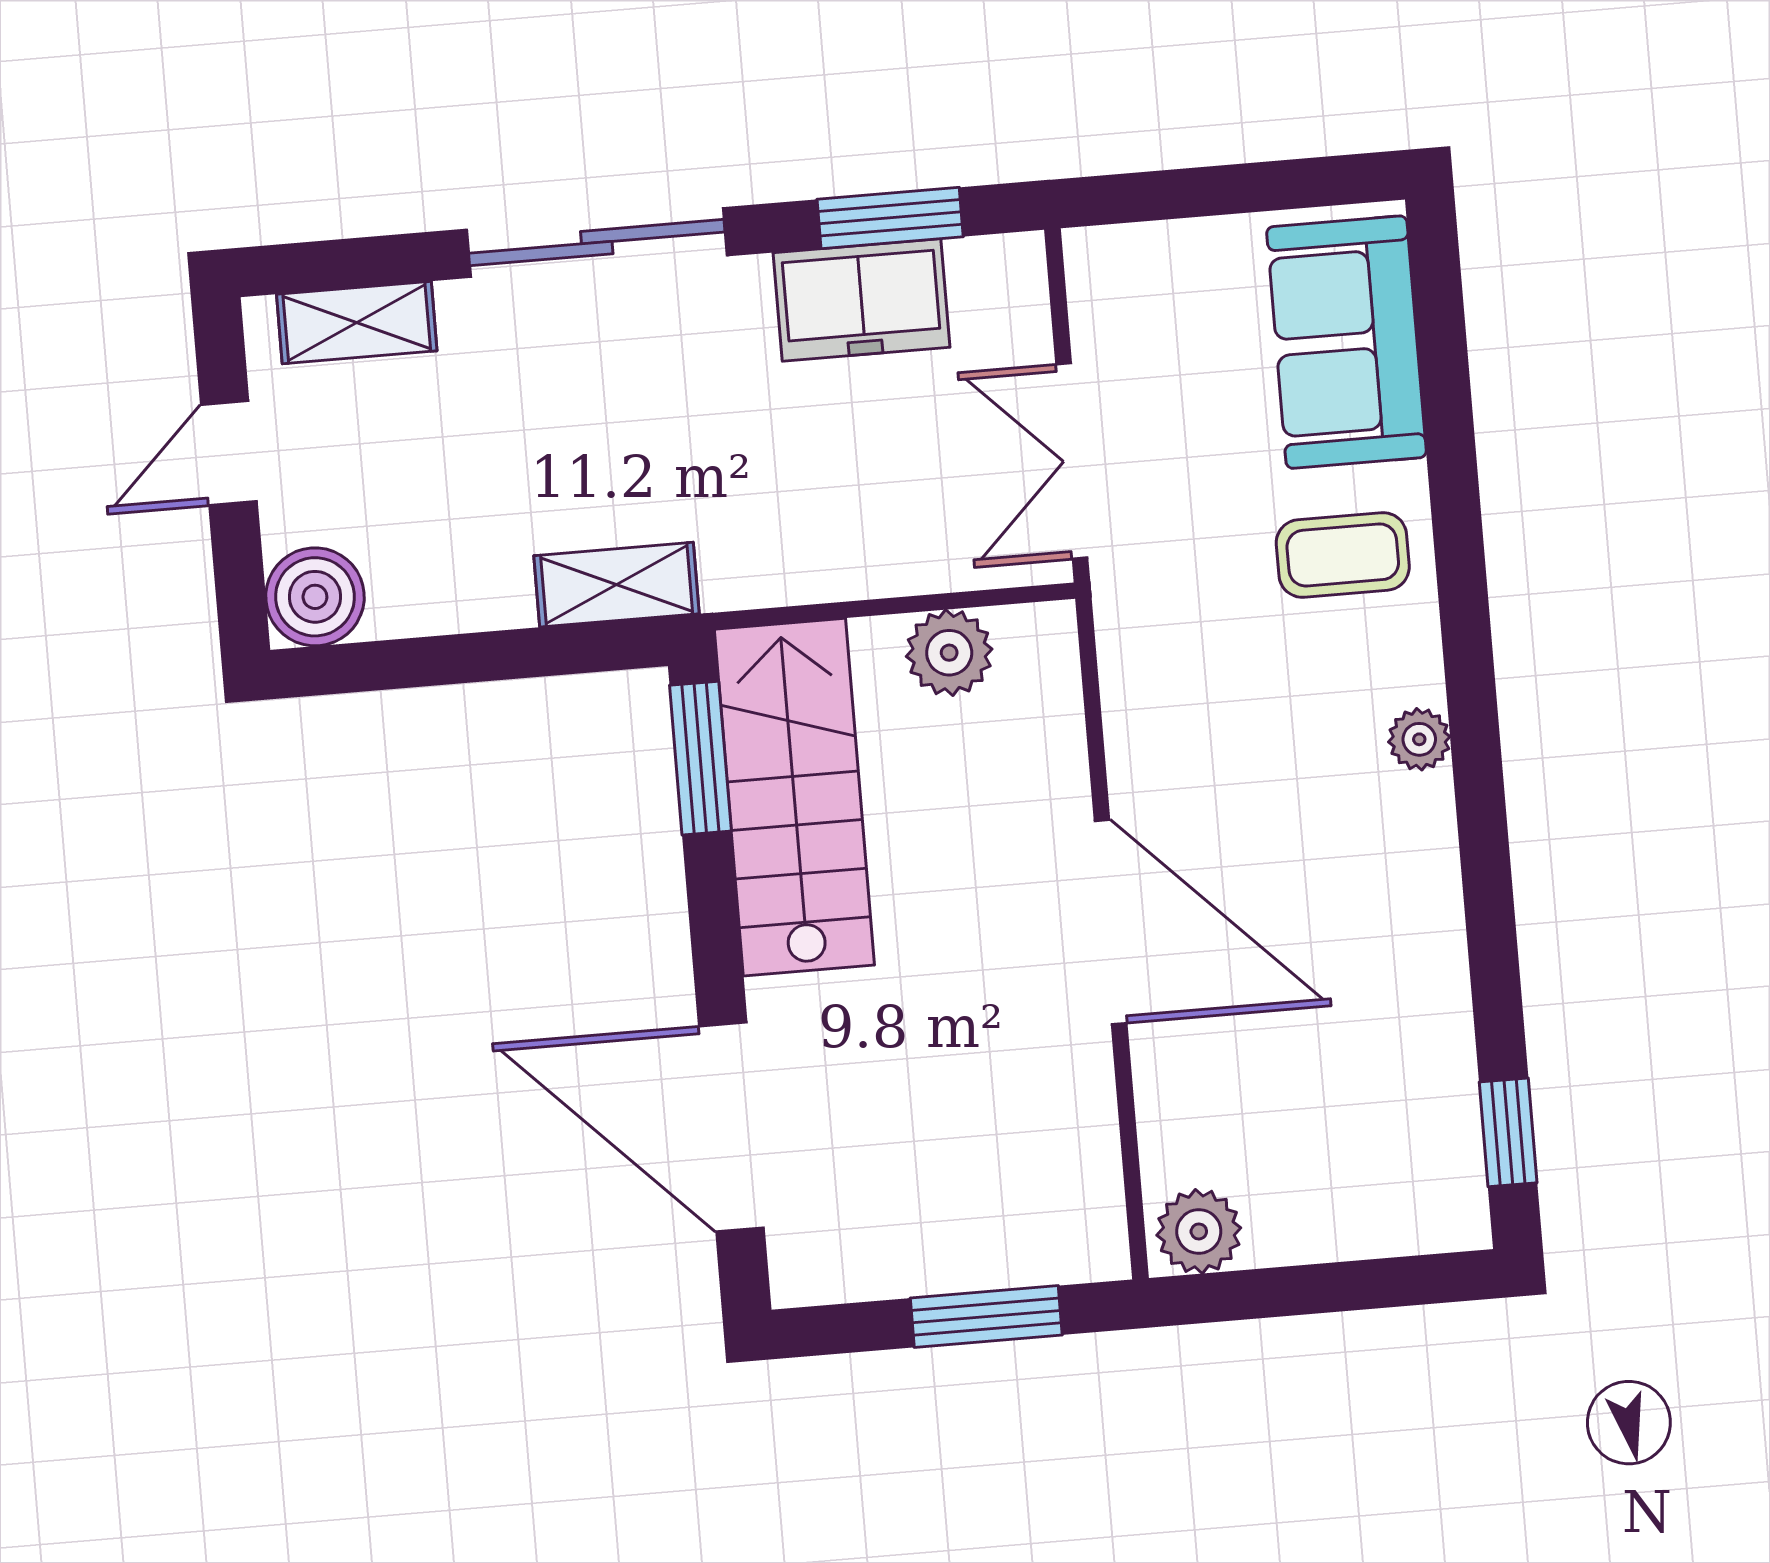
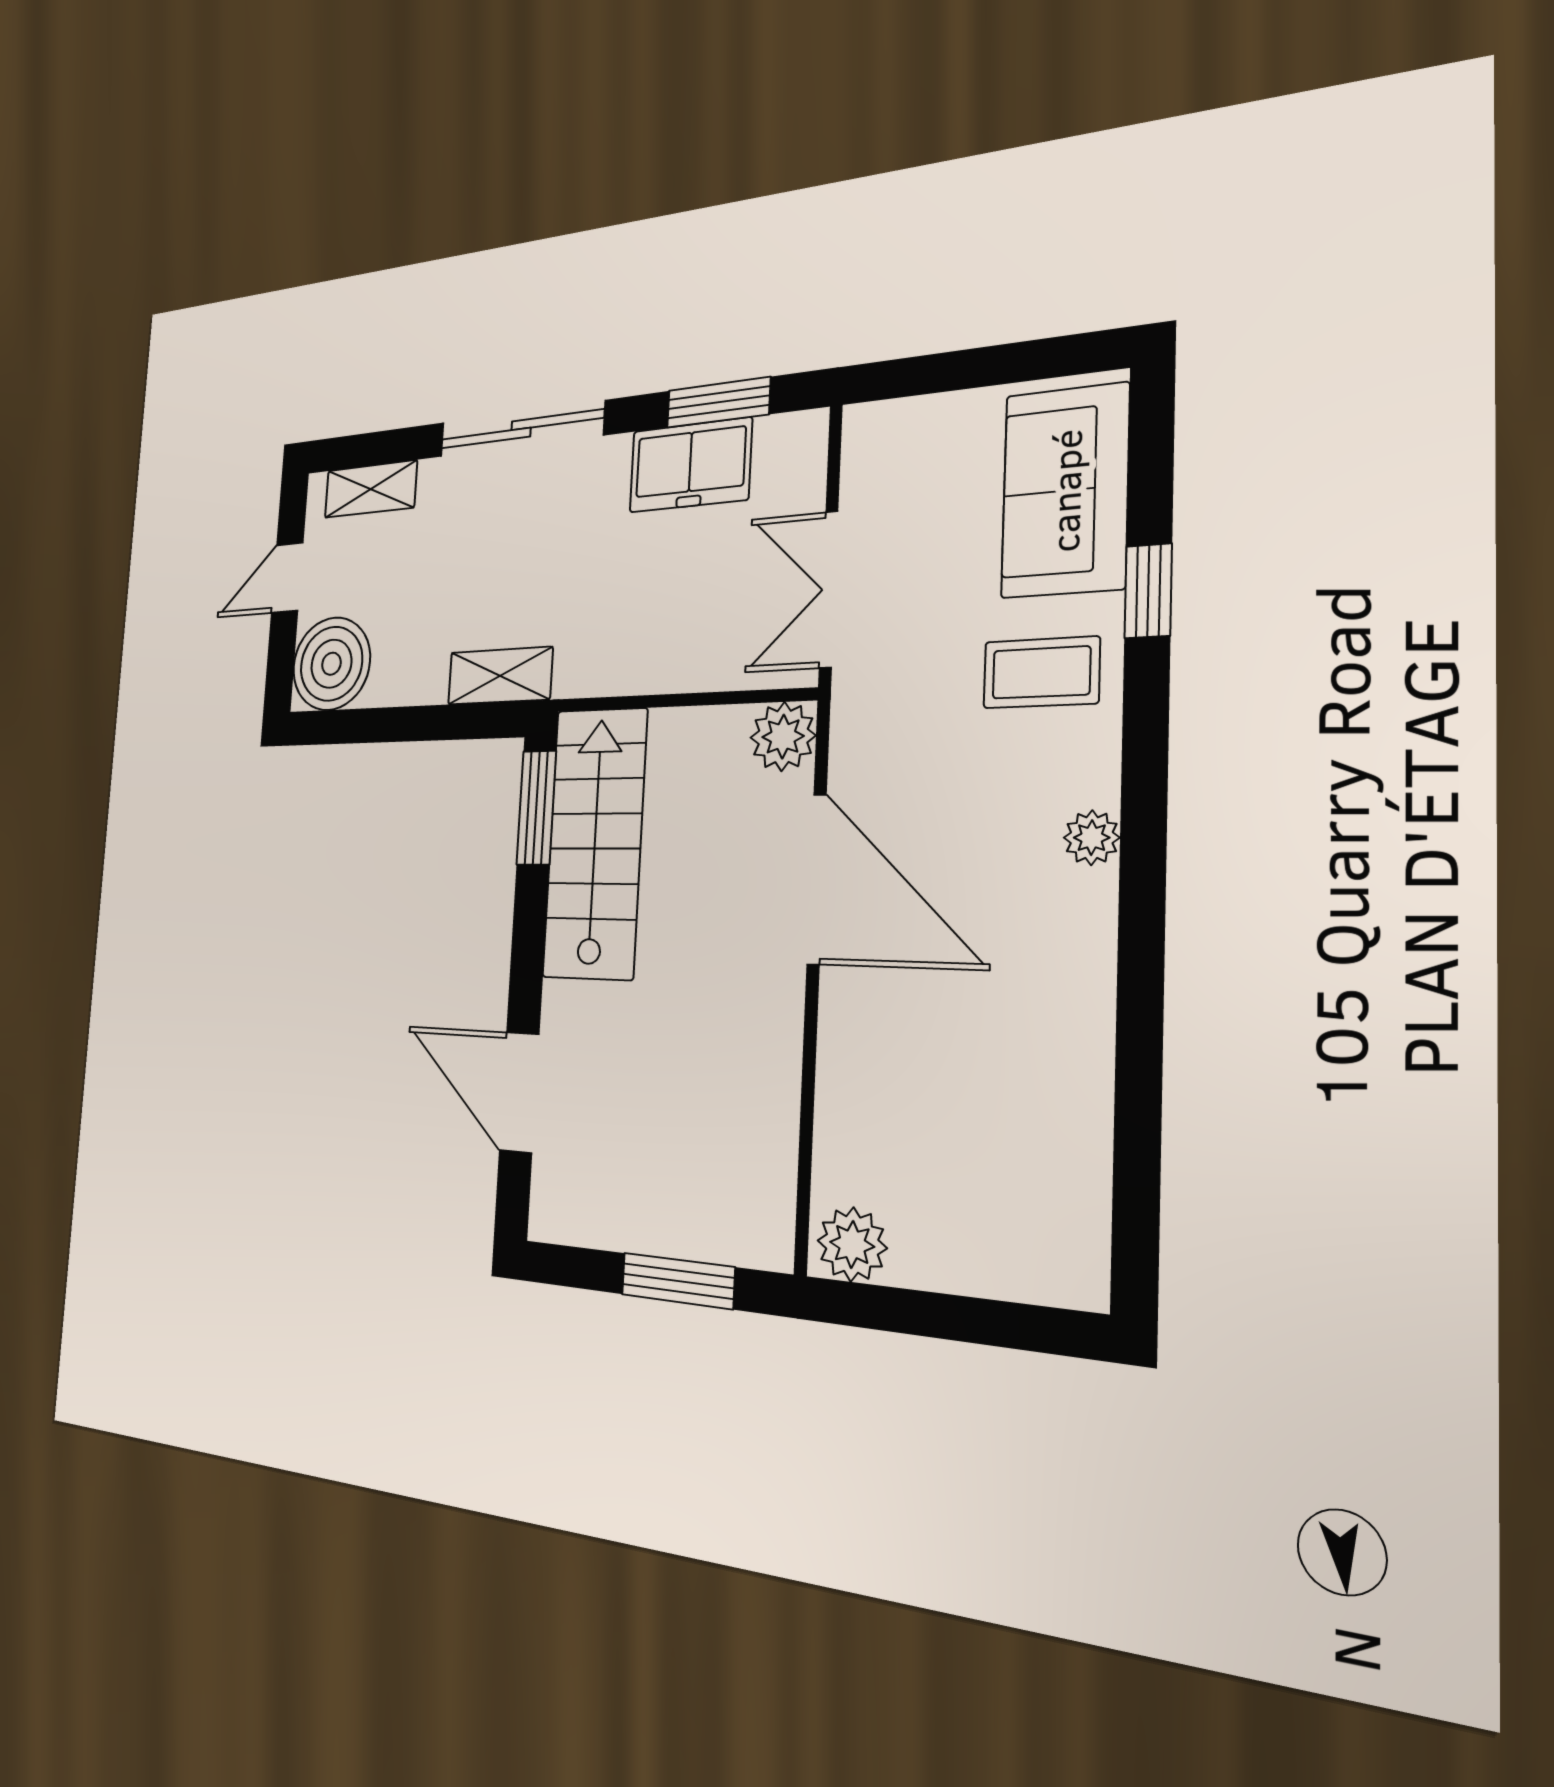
boiler: (315, 597) -> (331, 664), width x1.37, depth x1.37
plant: (949, 653) -> (783, 737), moved
door: (1111, 922) -> (817, 879), moved
door: (731, 1127) -> (519, 1092), width x0.73
window: (1508, 1132) -> (1148, 591), moved

